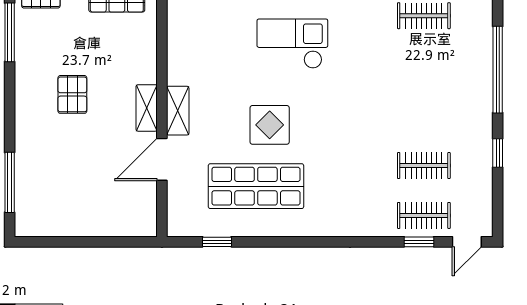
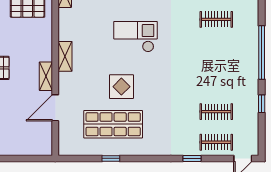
shelving: (178, 111) -> (65, 56), moved
window: (217, 242) -> (111, 158), moved
window: (419, 242) -> (192, 158), moved

